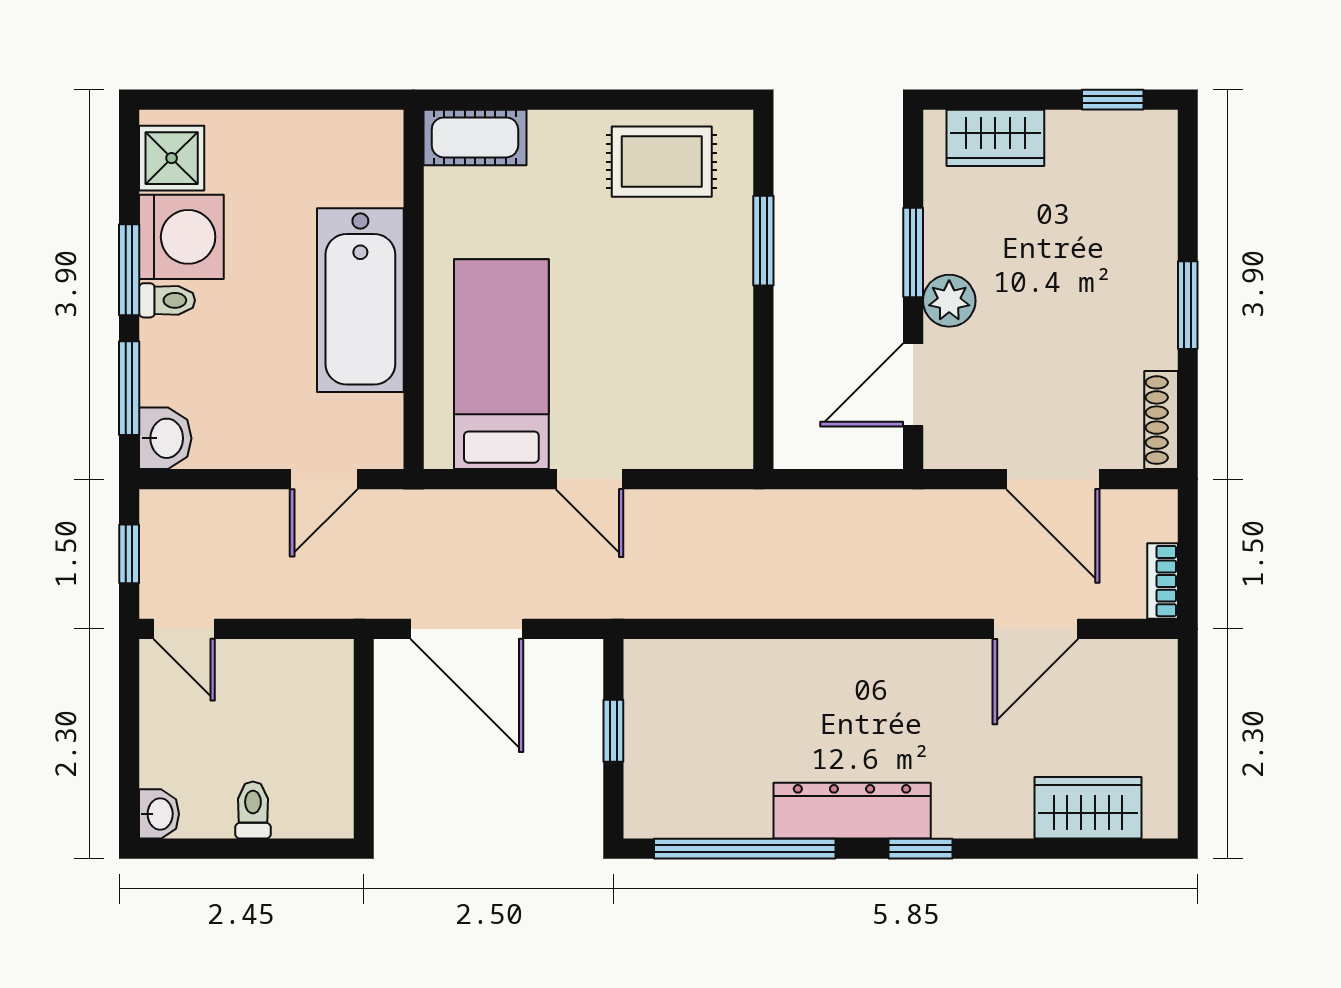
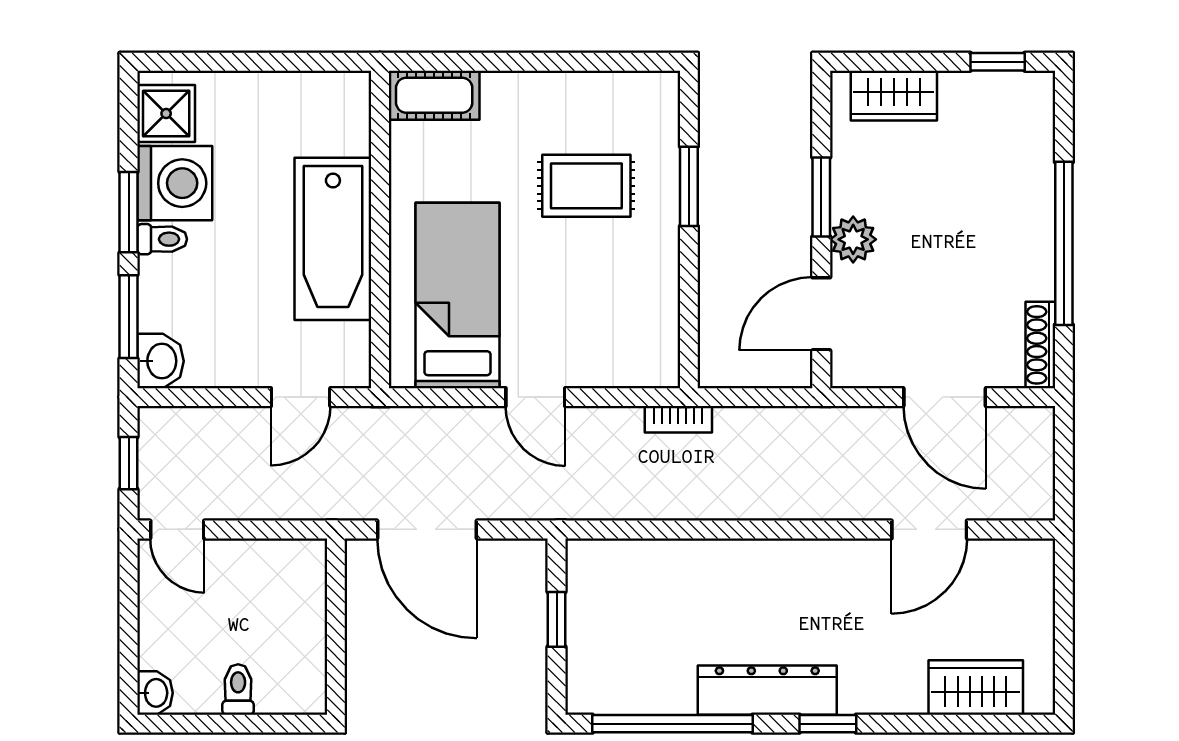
rug: (662, 162) -> (586, 186), moved
window: (1188, 305) -> (1064, 243), width x2.11
bookcase: (1163, 581) -> (678, 419), moved, turned -90

